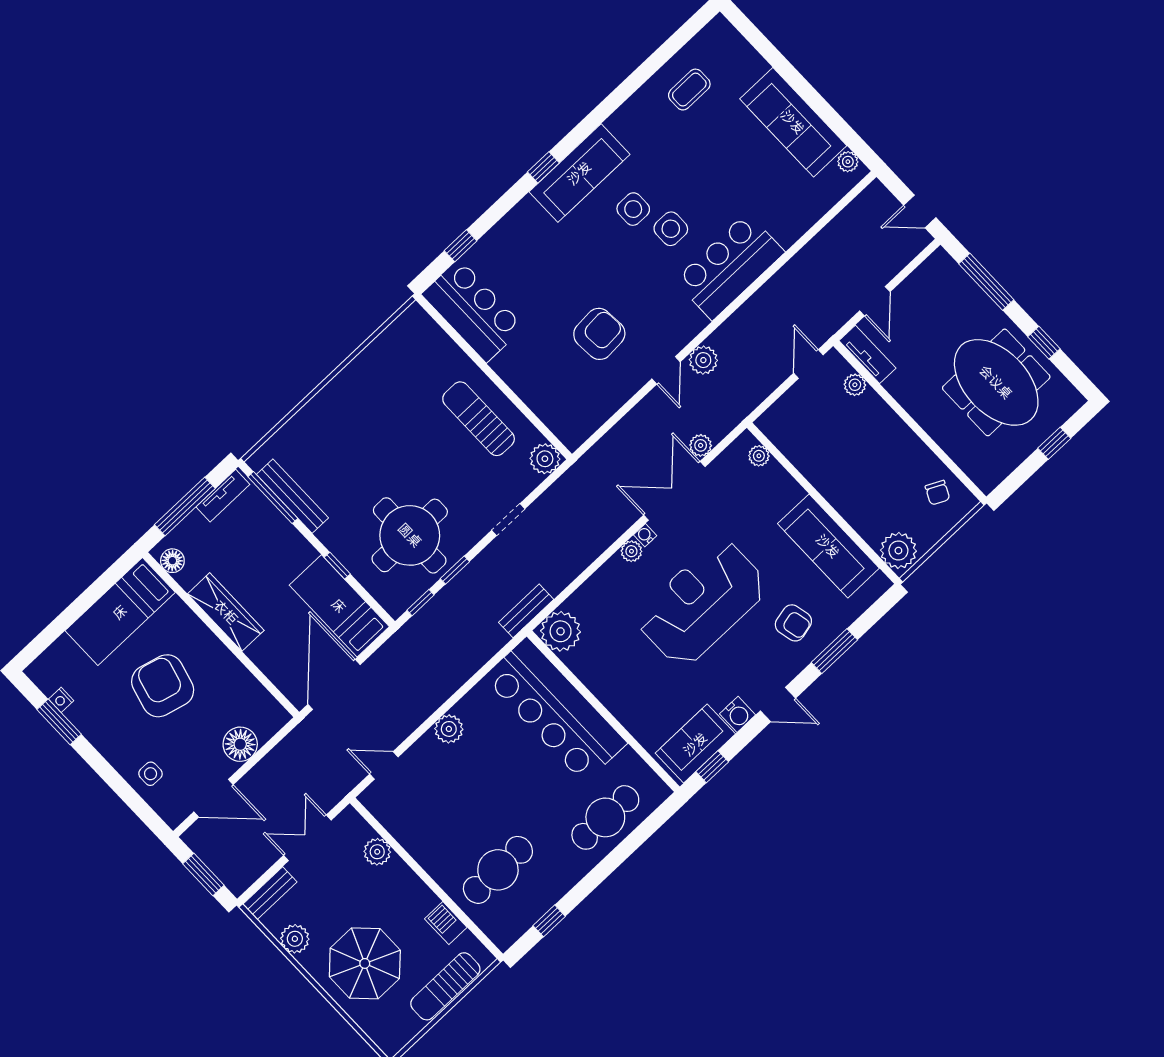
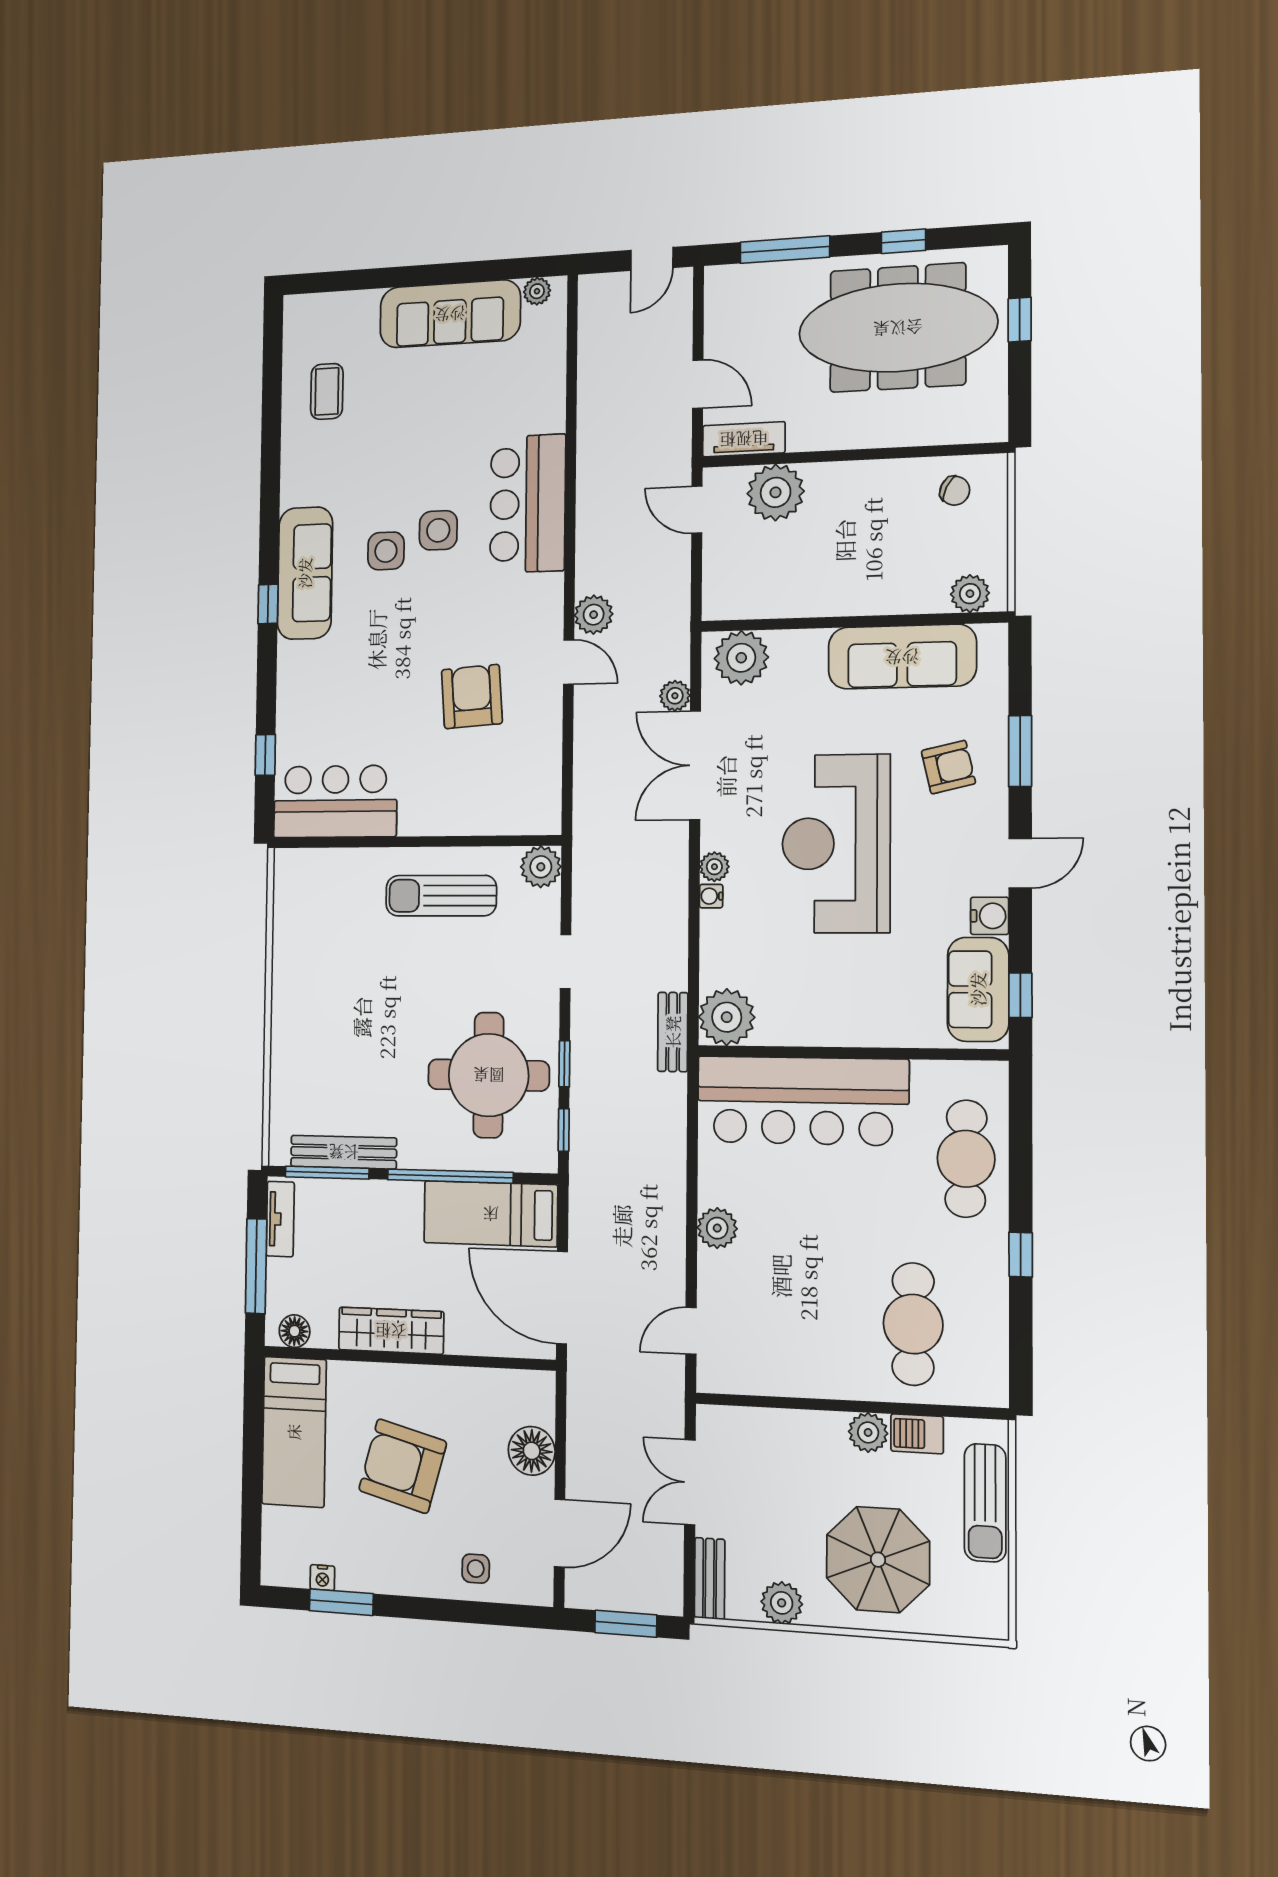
meeting table: (996, 382) -> (898, 328), width x1.36
plant: (855, 385) -> (776, 492), width x1.87, depth x1.87
plant: (759, 456) -> (741, 658), width x1.87, depth x1.87
water cooler: (645, 535) -> (711, 896), moved
plant: (898, 551) -> (970, 594), width x0.73, depth x0.73
window: (337, 566) -> (450, 1176), width x3.17
plant: (377, 852) -> (868, 1432), moved
window: (549, 921) -> (1021, 1255), moved

